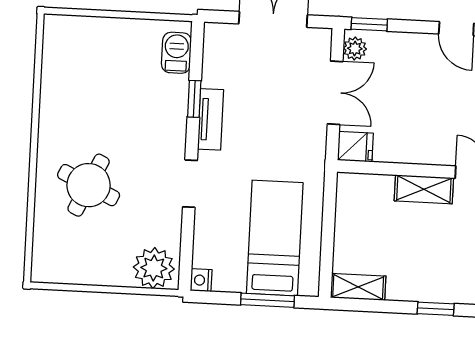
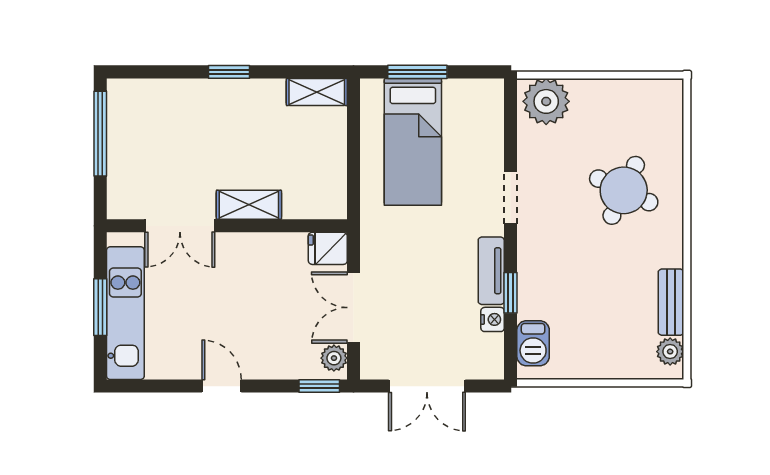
plant: (54, 39) -> (670, 352), added
bench: (51, 83) -> (671, 302), added
nightstand: (201, 280) -> (493, 319), moved

